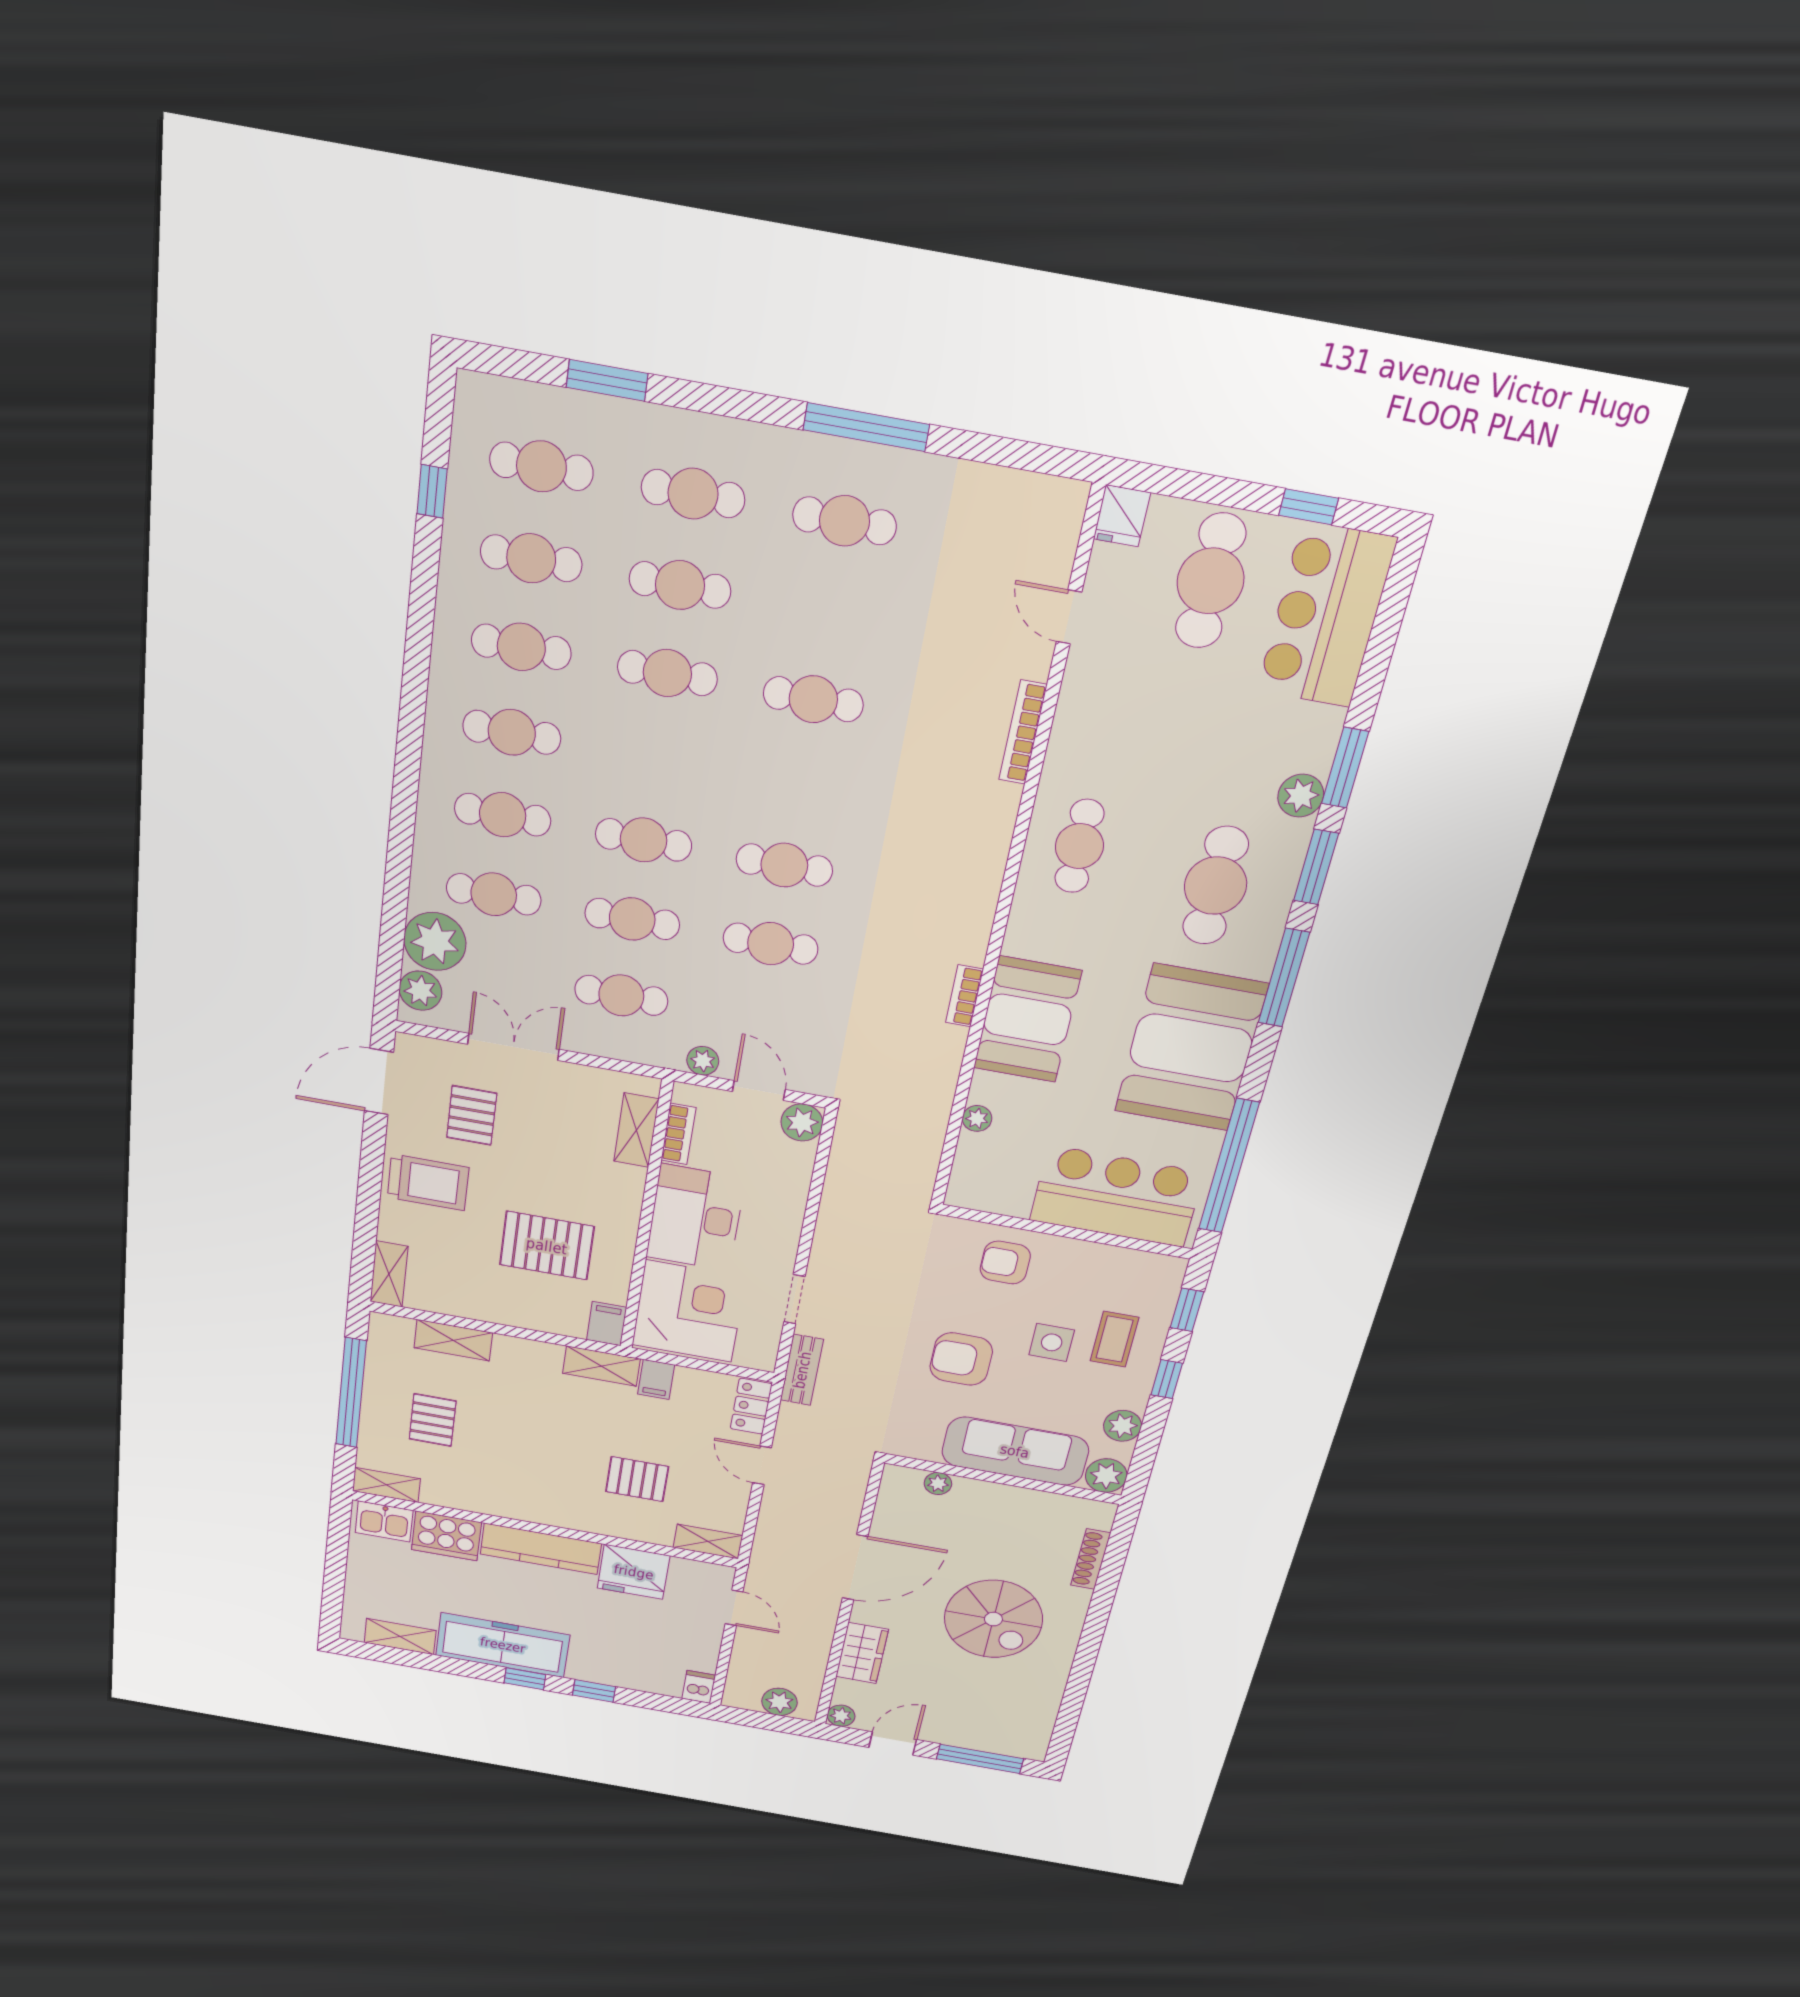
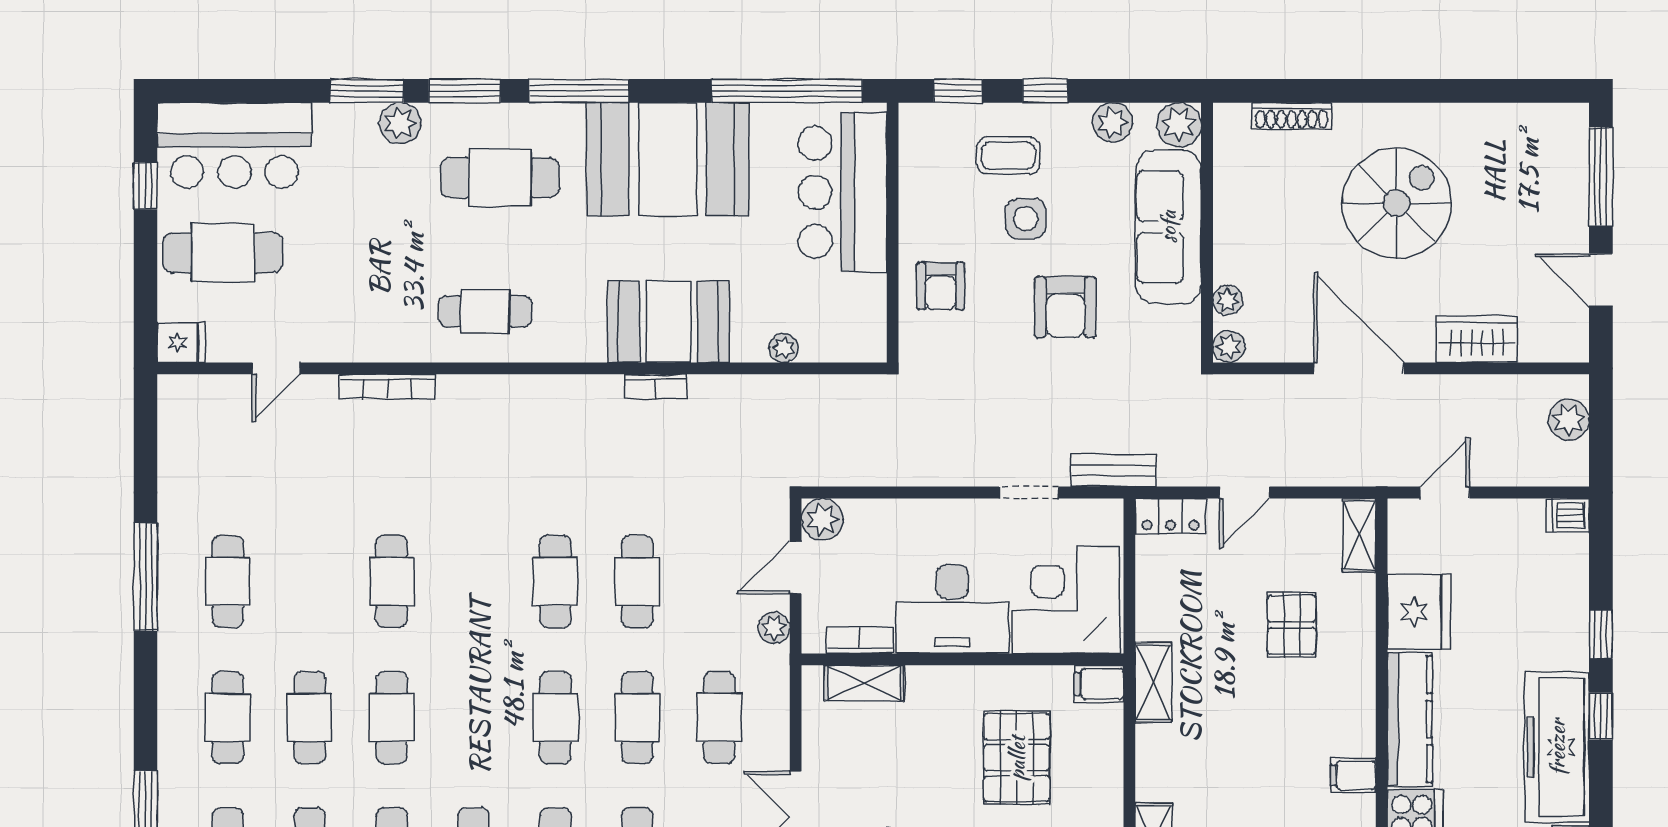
filing cabinet: (656, 1379) -> (1353, 775), moved, turned 180
plant: (841, 1716) -> (1229, 346), moved

